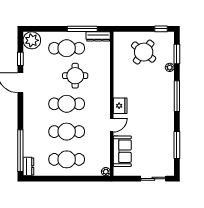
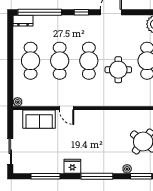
window: (20, 59) -> (81, 12), moved
fridge: (120, 106) -> (72, 166), moved, turned 180

